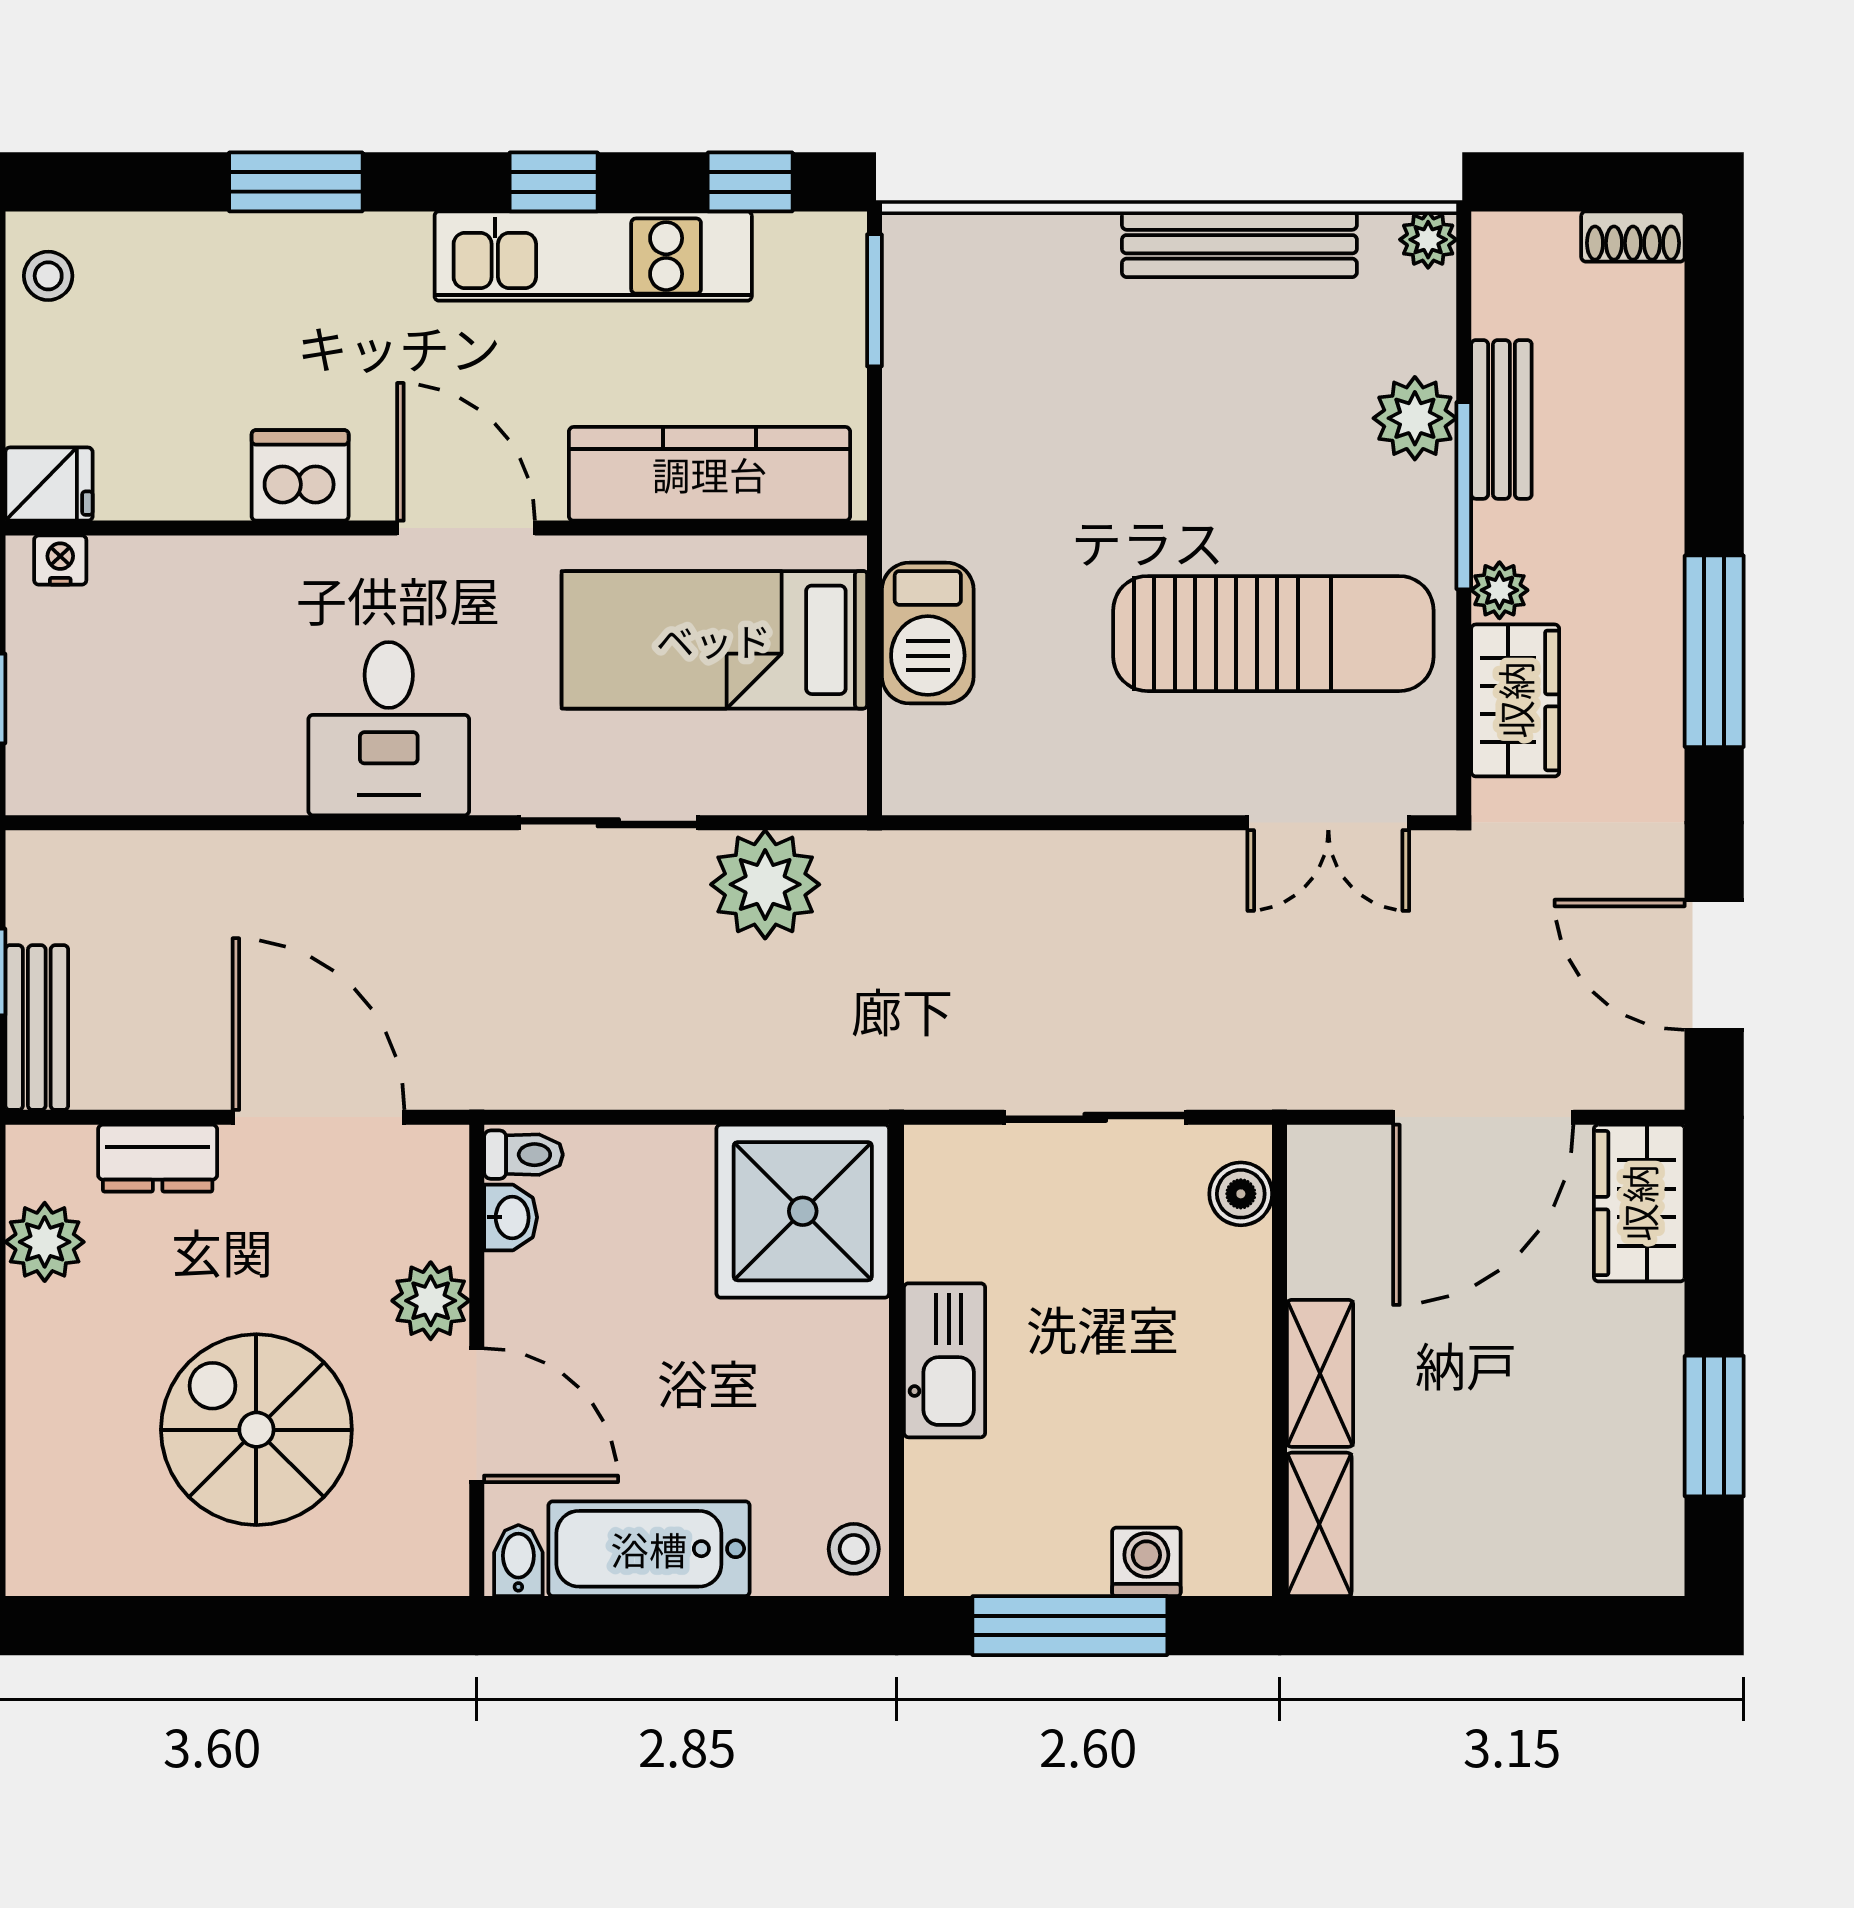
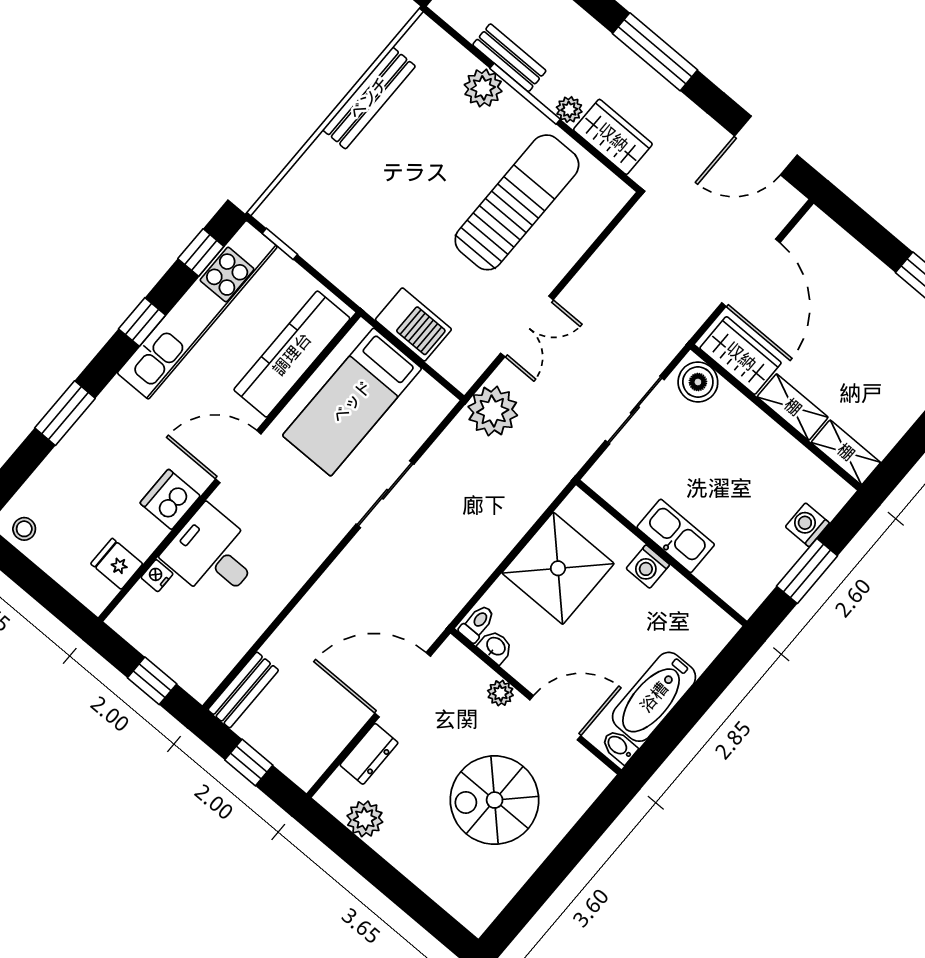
plant: (1428, 240) -> (424, 30), removed
kitchen unit: (593, 256) -> (197, 310), width x1.36
window: (874, 300) -> (280, 244), width x0.67
fridge: (49, 484) -> (117, 564), moved, turned -90
nightstand: (60, 560) -> (157, 576), moved
desk: (389, 729) -> (212, 554), moved, turned 180
double door: (1328, 823) -> (527, 326), moved
plant: (765, 884) -> (493, 411), moved
bench: (37, 1028) -> (243, 690), moved, turned 90
boiler: (1241, 1194) -> (698, 382), width x1.36, depth x1.36
wardrobe: (1639, 1203) -> (741, 356), moved, turned 180
shower: (803, 1211) -> (558, 568), moved
plant: (431, 1301) -> (500, 693), width x0.73, depth x0.73
washing machine: (855, 1357) -> (648, 567), added
stool: (854, 1549) -> (715, 624), removed
window: (1070, 1626) -> (807, 571), width x0.69

